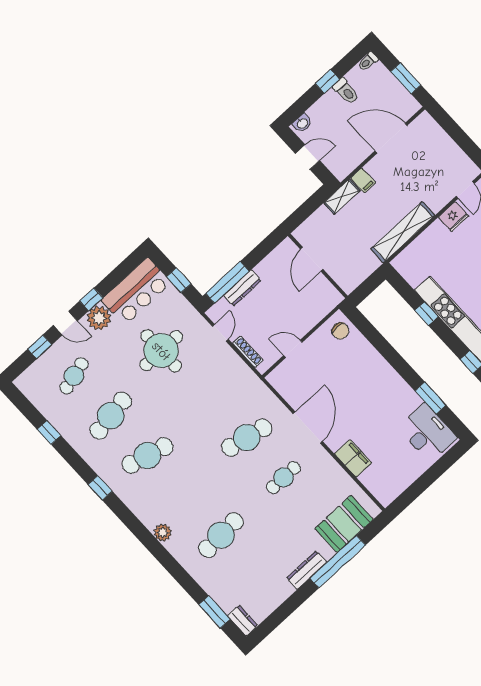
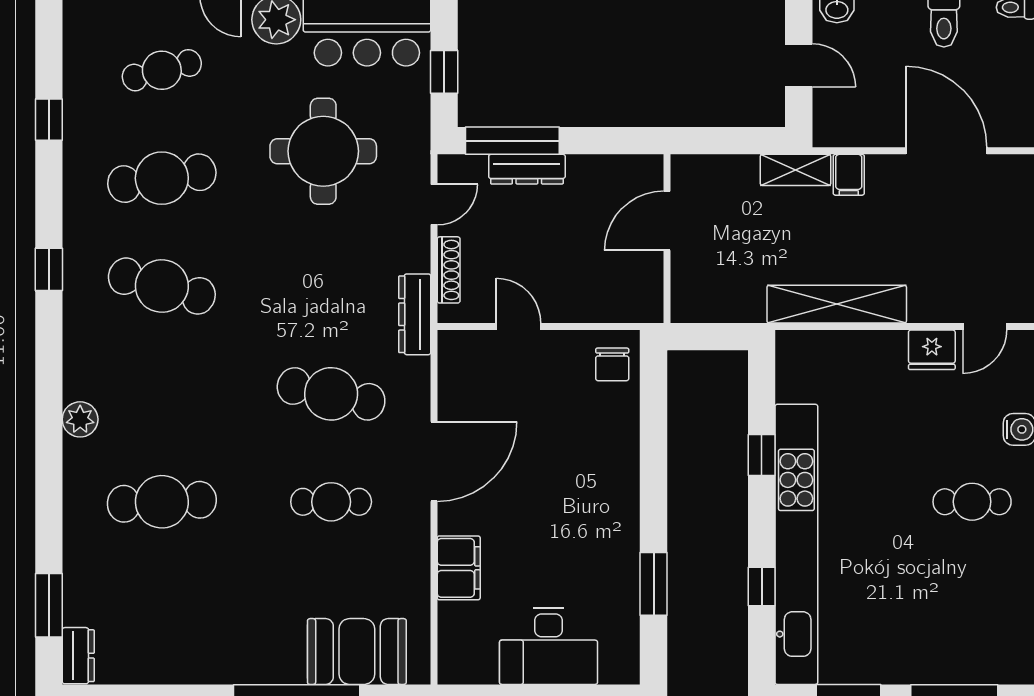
desk: (427, 433) -> (549, 646), moved, turned 90
dresser: (307, 570) -> (415, 314), moved, turned -90

